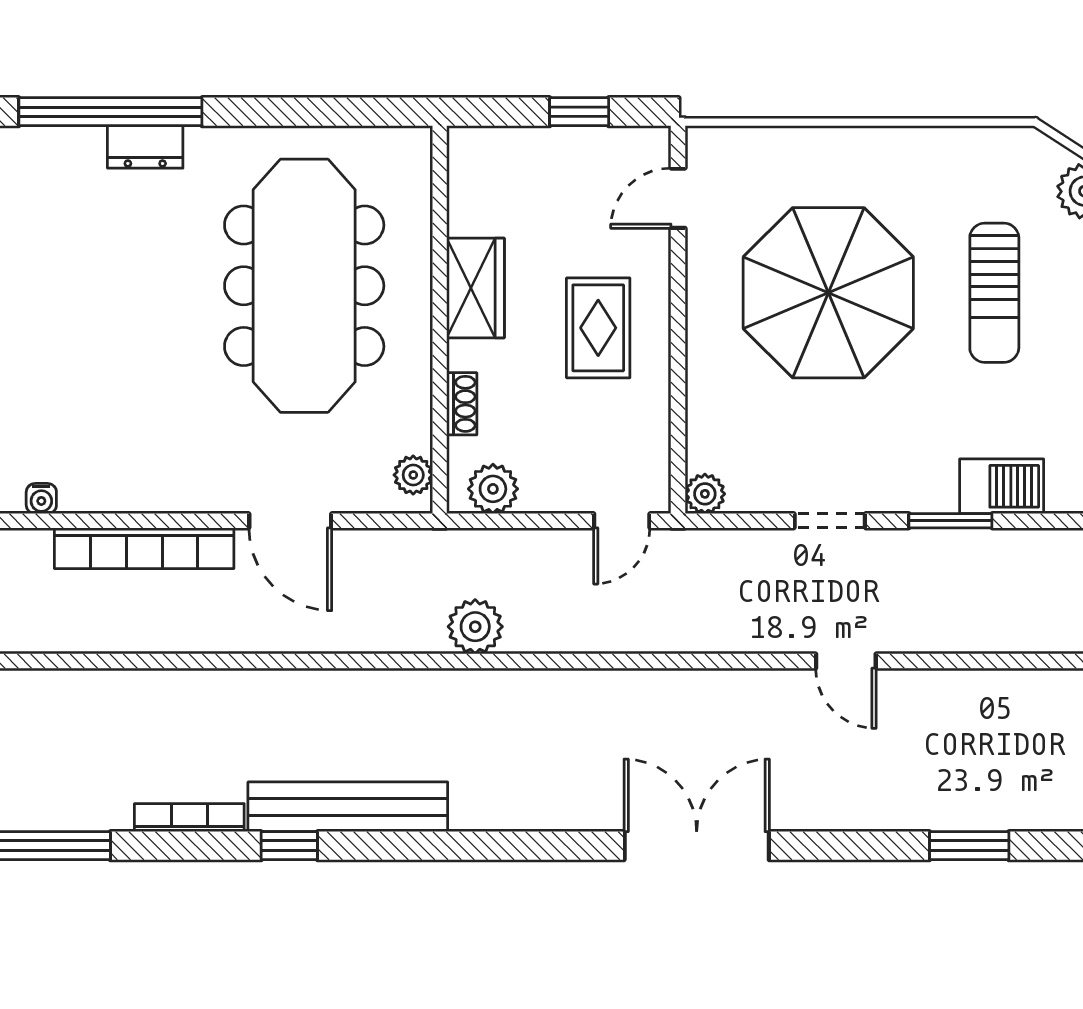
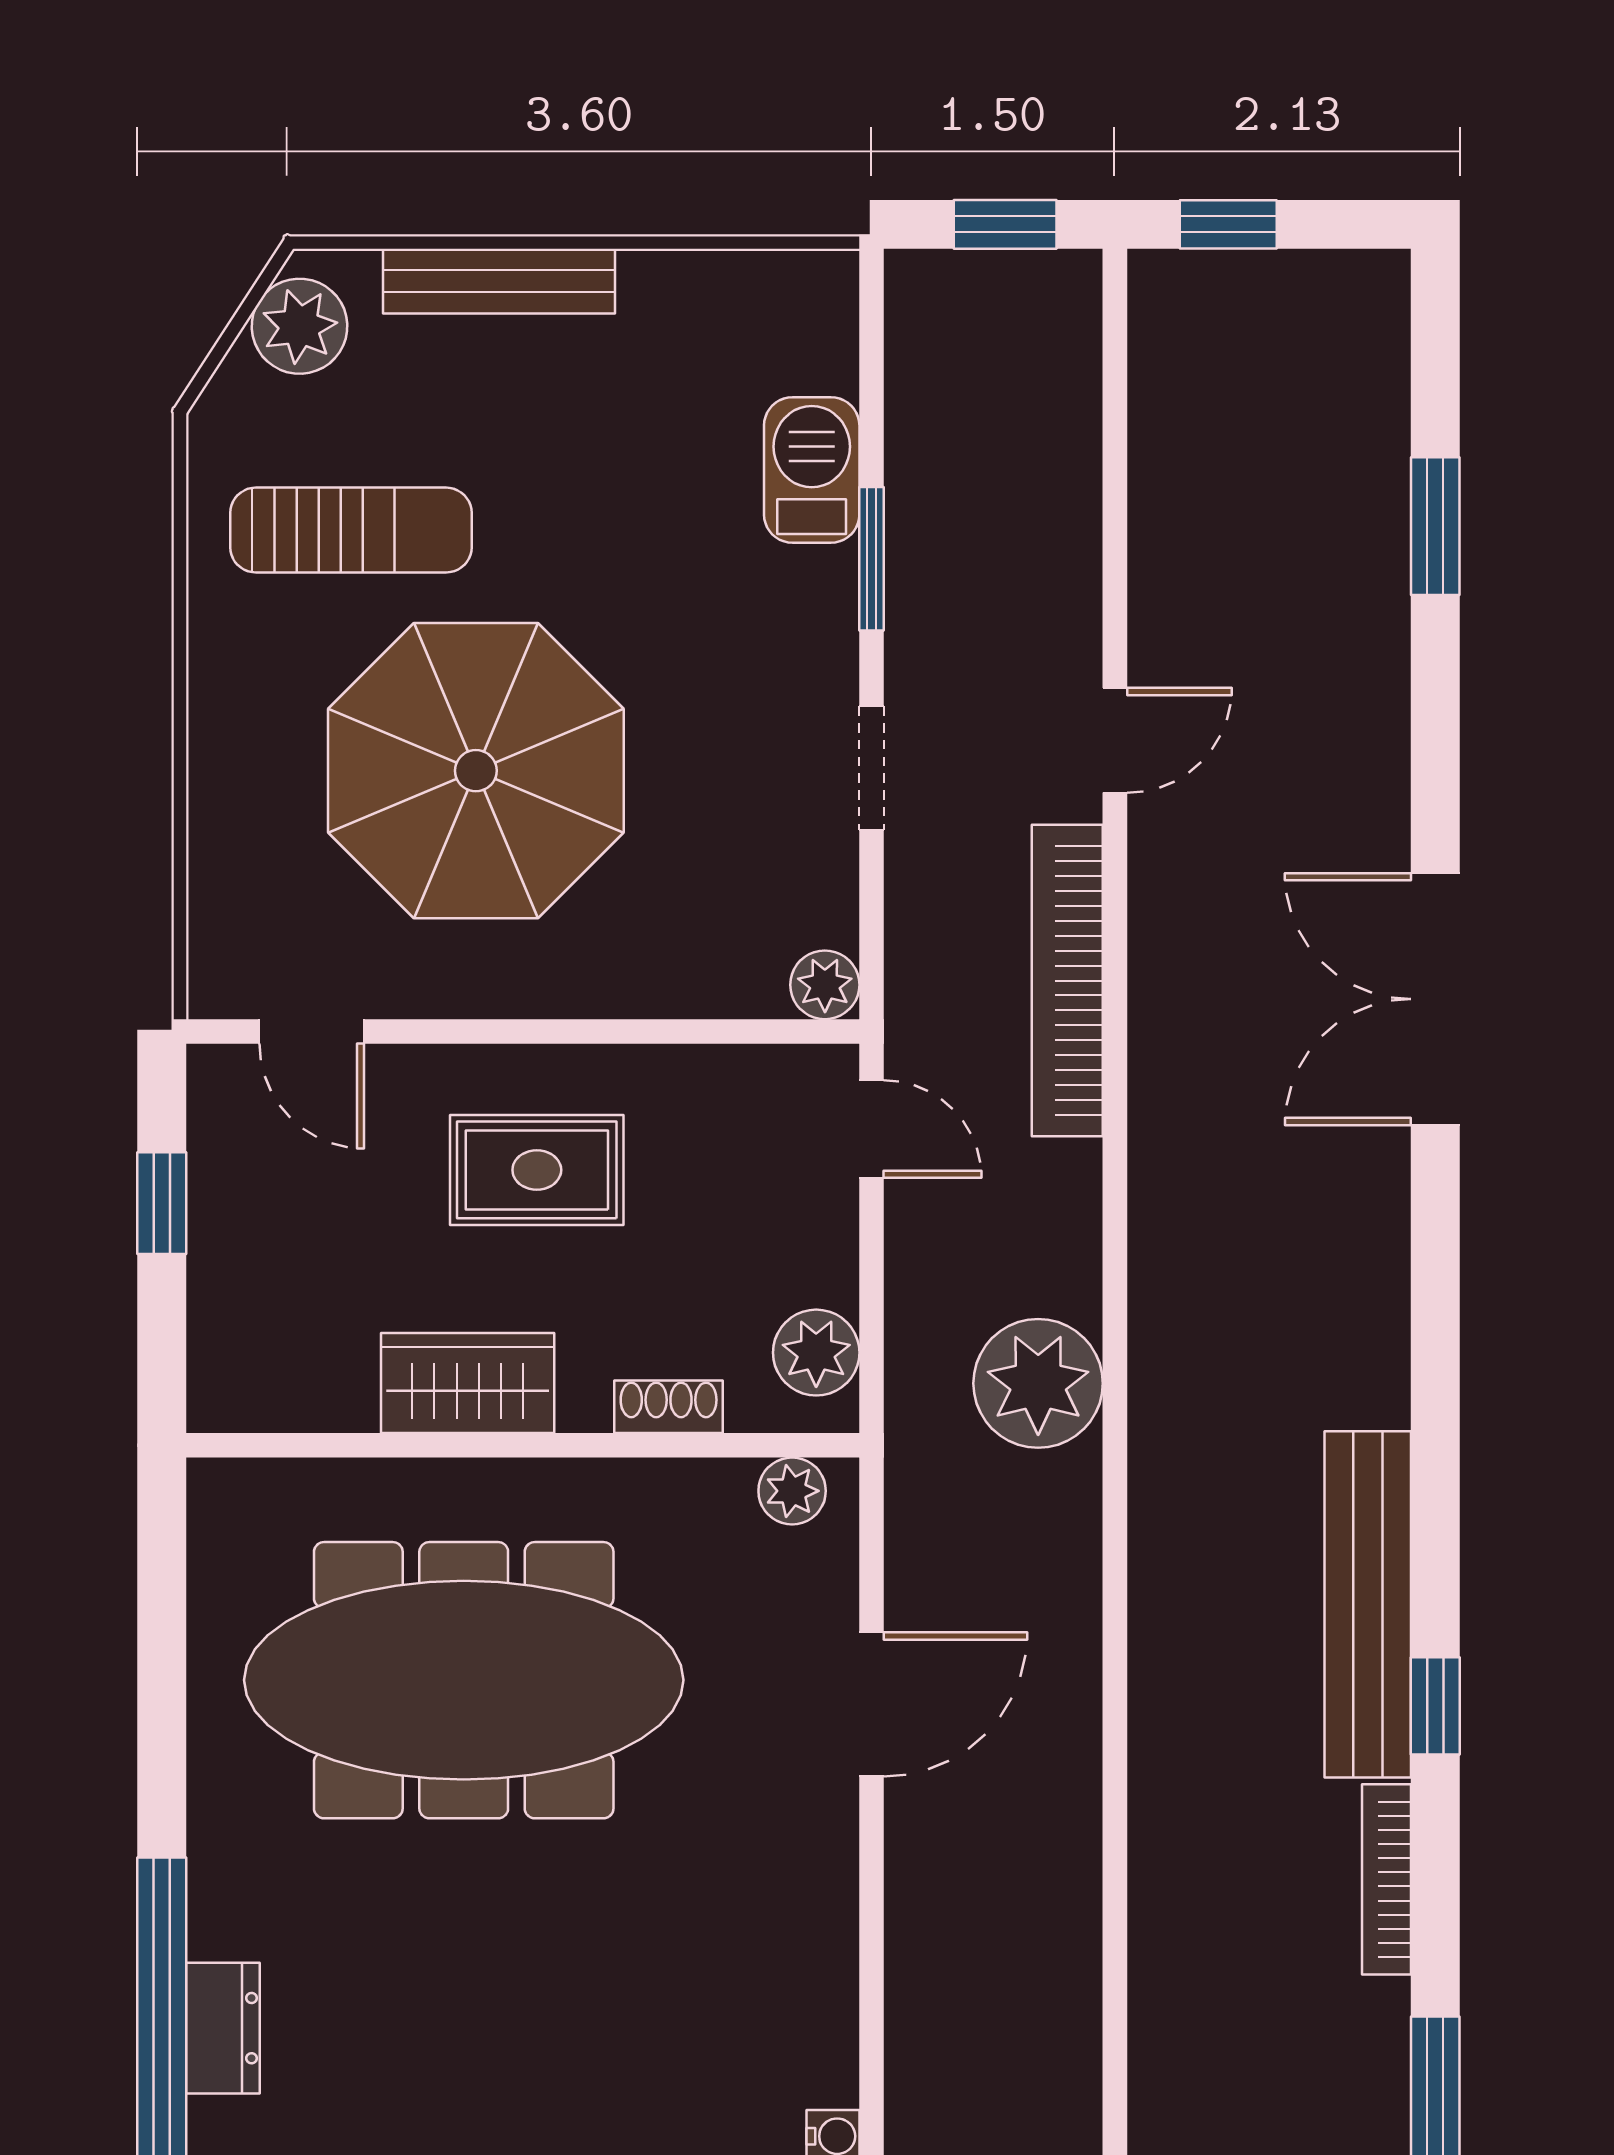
dresser: (145, 147) -> (223, 2028), moved
sun lounger: (994, 293) -> (351, 530), moved
bookcase: (144, 548) -> (1067, 981), moved, turned 180
plant: (475, 627) -> (1038, 1383), width x1.36, depth x1.36

